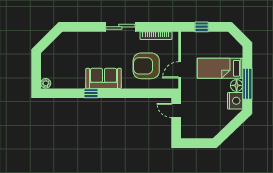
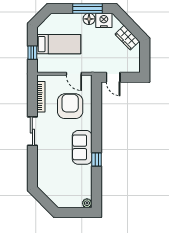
armchair: (146, 66) -> (70, 106), turned 180
bed: (220, 68) -> (59, 44), moved, turned -90
door: (176, 110) -> (113, 77), hinge flipped
wardrobe: (217, 125) -> (127, 38), added

